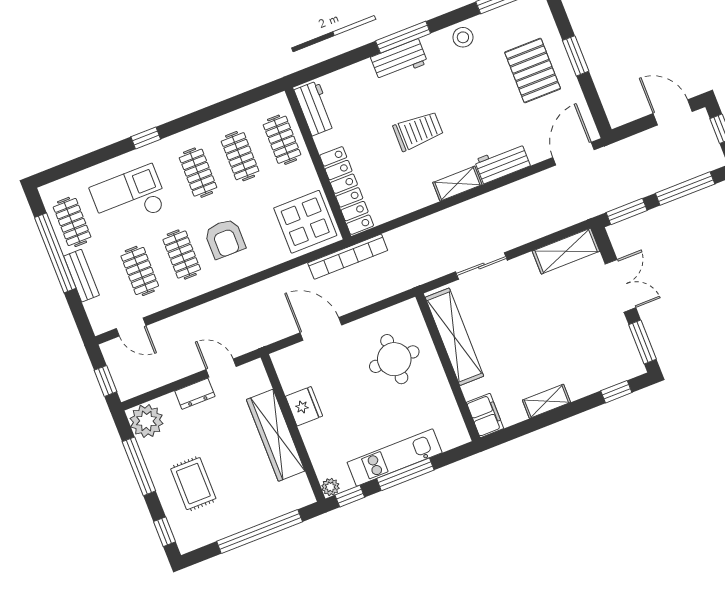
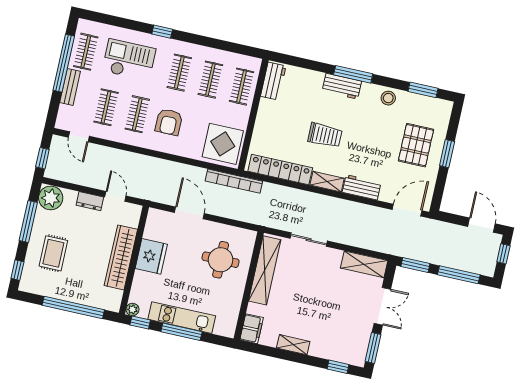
locker: (347, 191) -> (280, 170), moved, turned -90
fridge: (304, 406) -> (151, 256), width x1.36, depth x1.34

